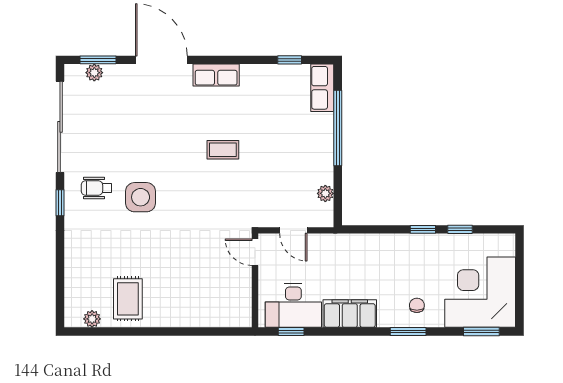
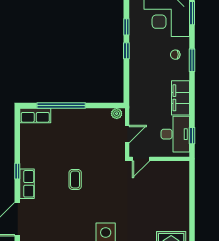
window: (290, 60) -> (17, 171), moved
plant: (325, 193) -> (117, 114), moved

